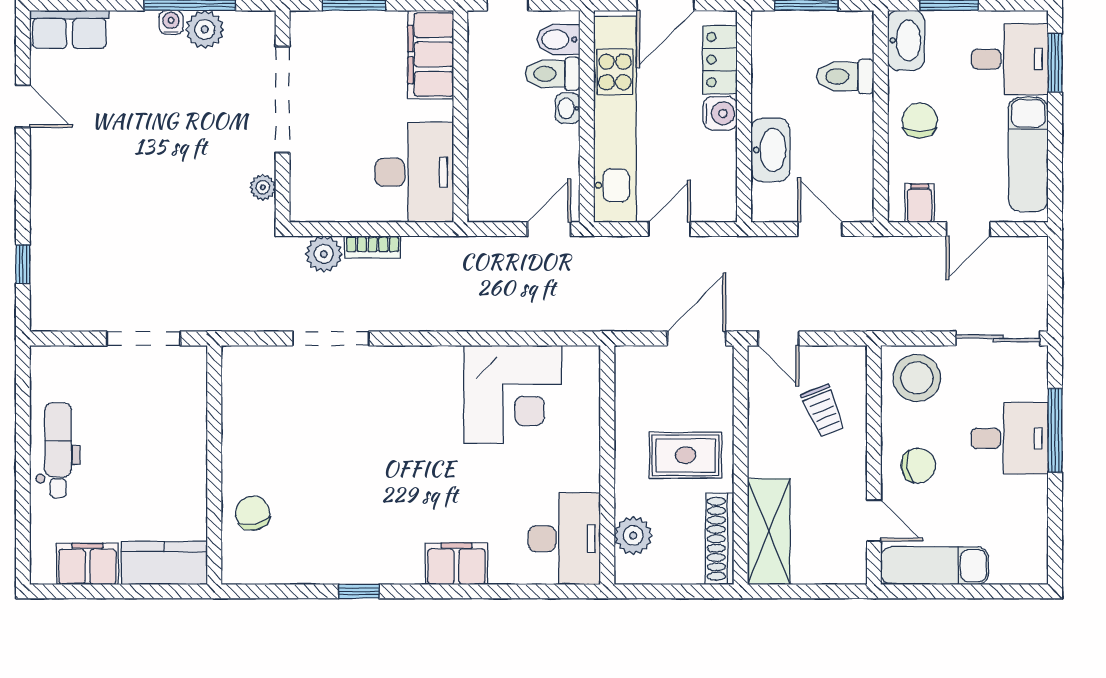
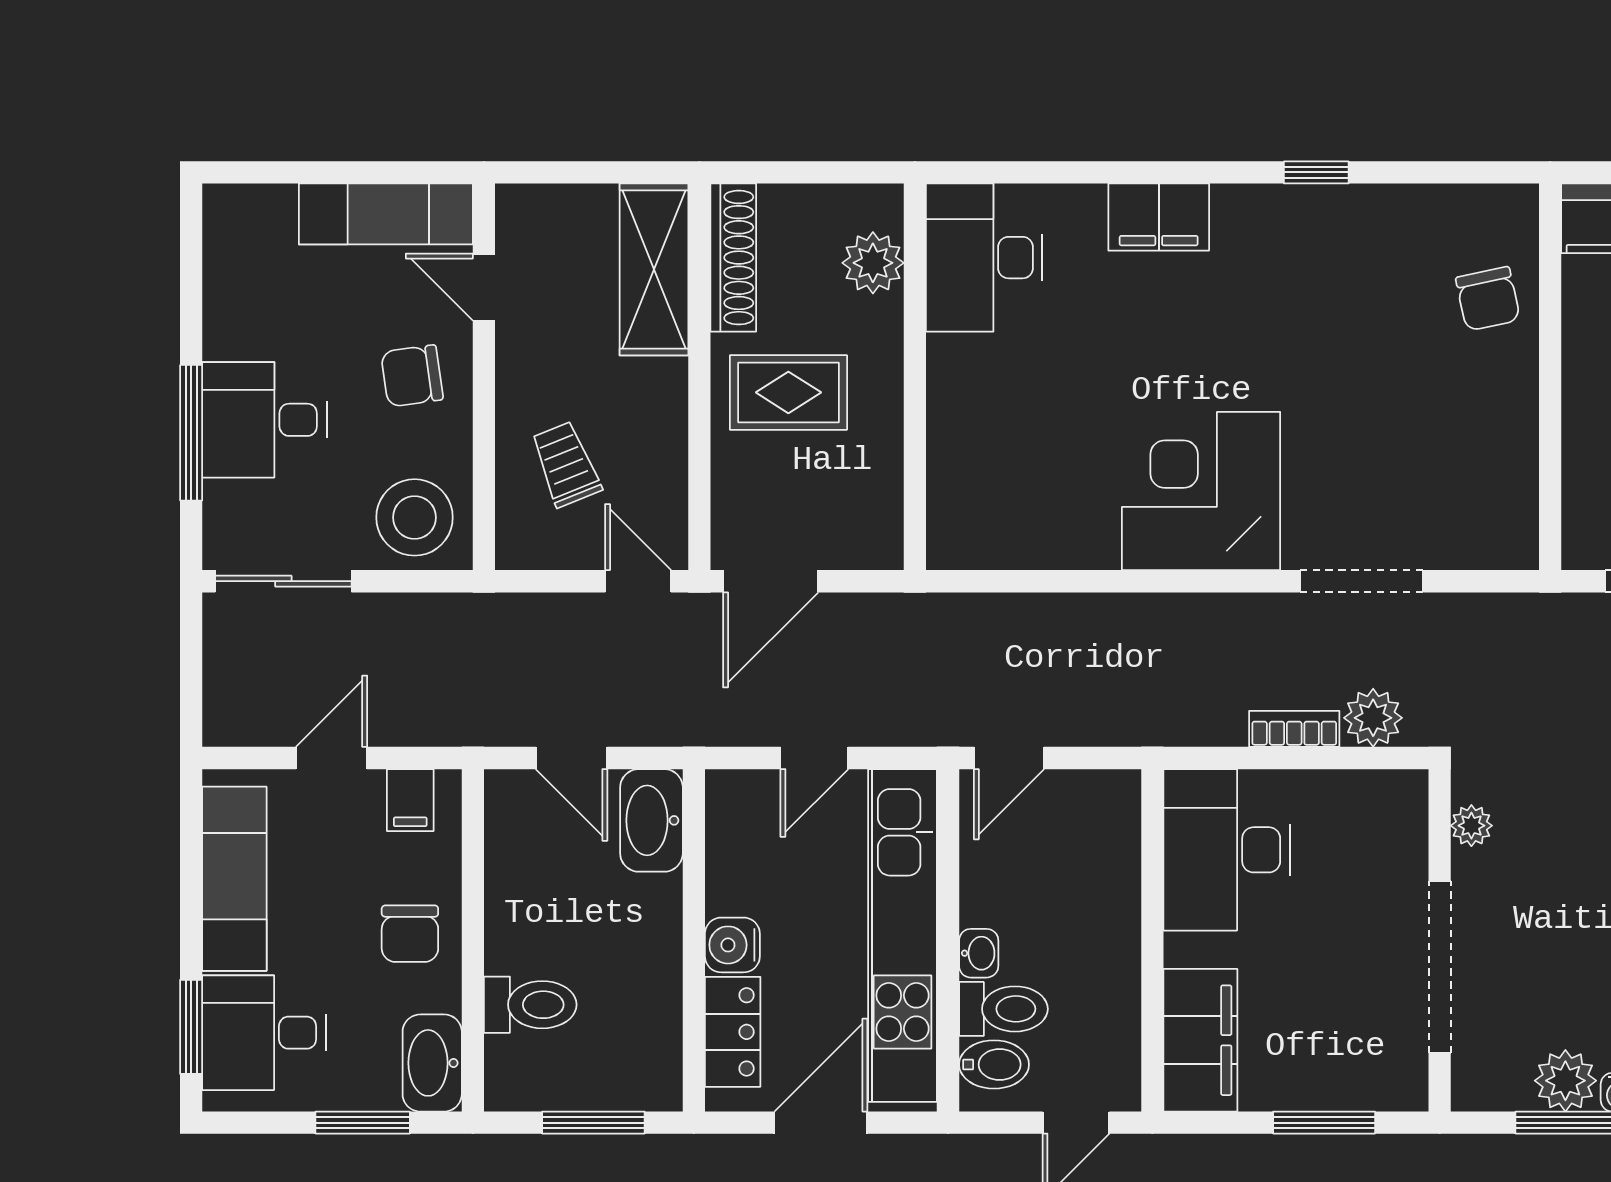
washbasin: (770, 150) -> (651, 820), moved
corner desk: (513, 394) -> (1201, 491), moved

